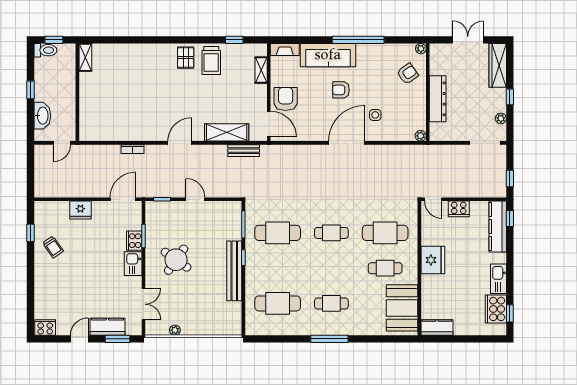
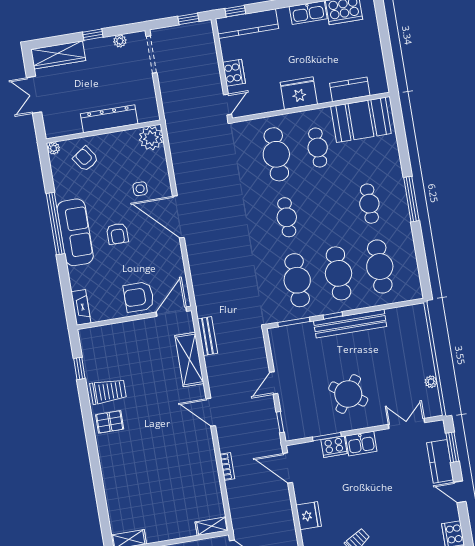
sofa: (328, 55) -> (75, 232), moved
shelving: (261, 70) -> (212, 526), moved
plant: (421, 136) -> (151, 138), width x1.88, depth x1.88
cafe table: (278, 268) -> (338, 273), added
kitchen counter: (437, 327) -> (350, 89), moved, turned 90

